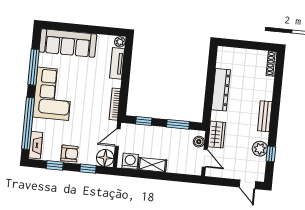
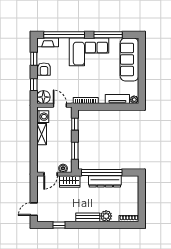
window: (209, 93) -> (102, 173), added
plant: (260, 149) -> (106, 216), moved

